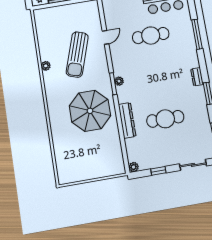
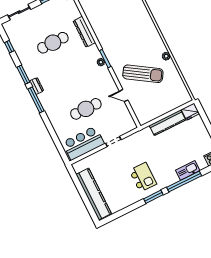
window: (197, 34) -> (36, 100), moved
door: (105, 37) -> (124, 96), hinge flipped
sun lounger: (77, 55) -> (143, 74), turned 105
parasol: (90, 111) -> (117, 30), removed

